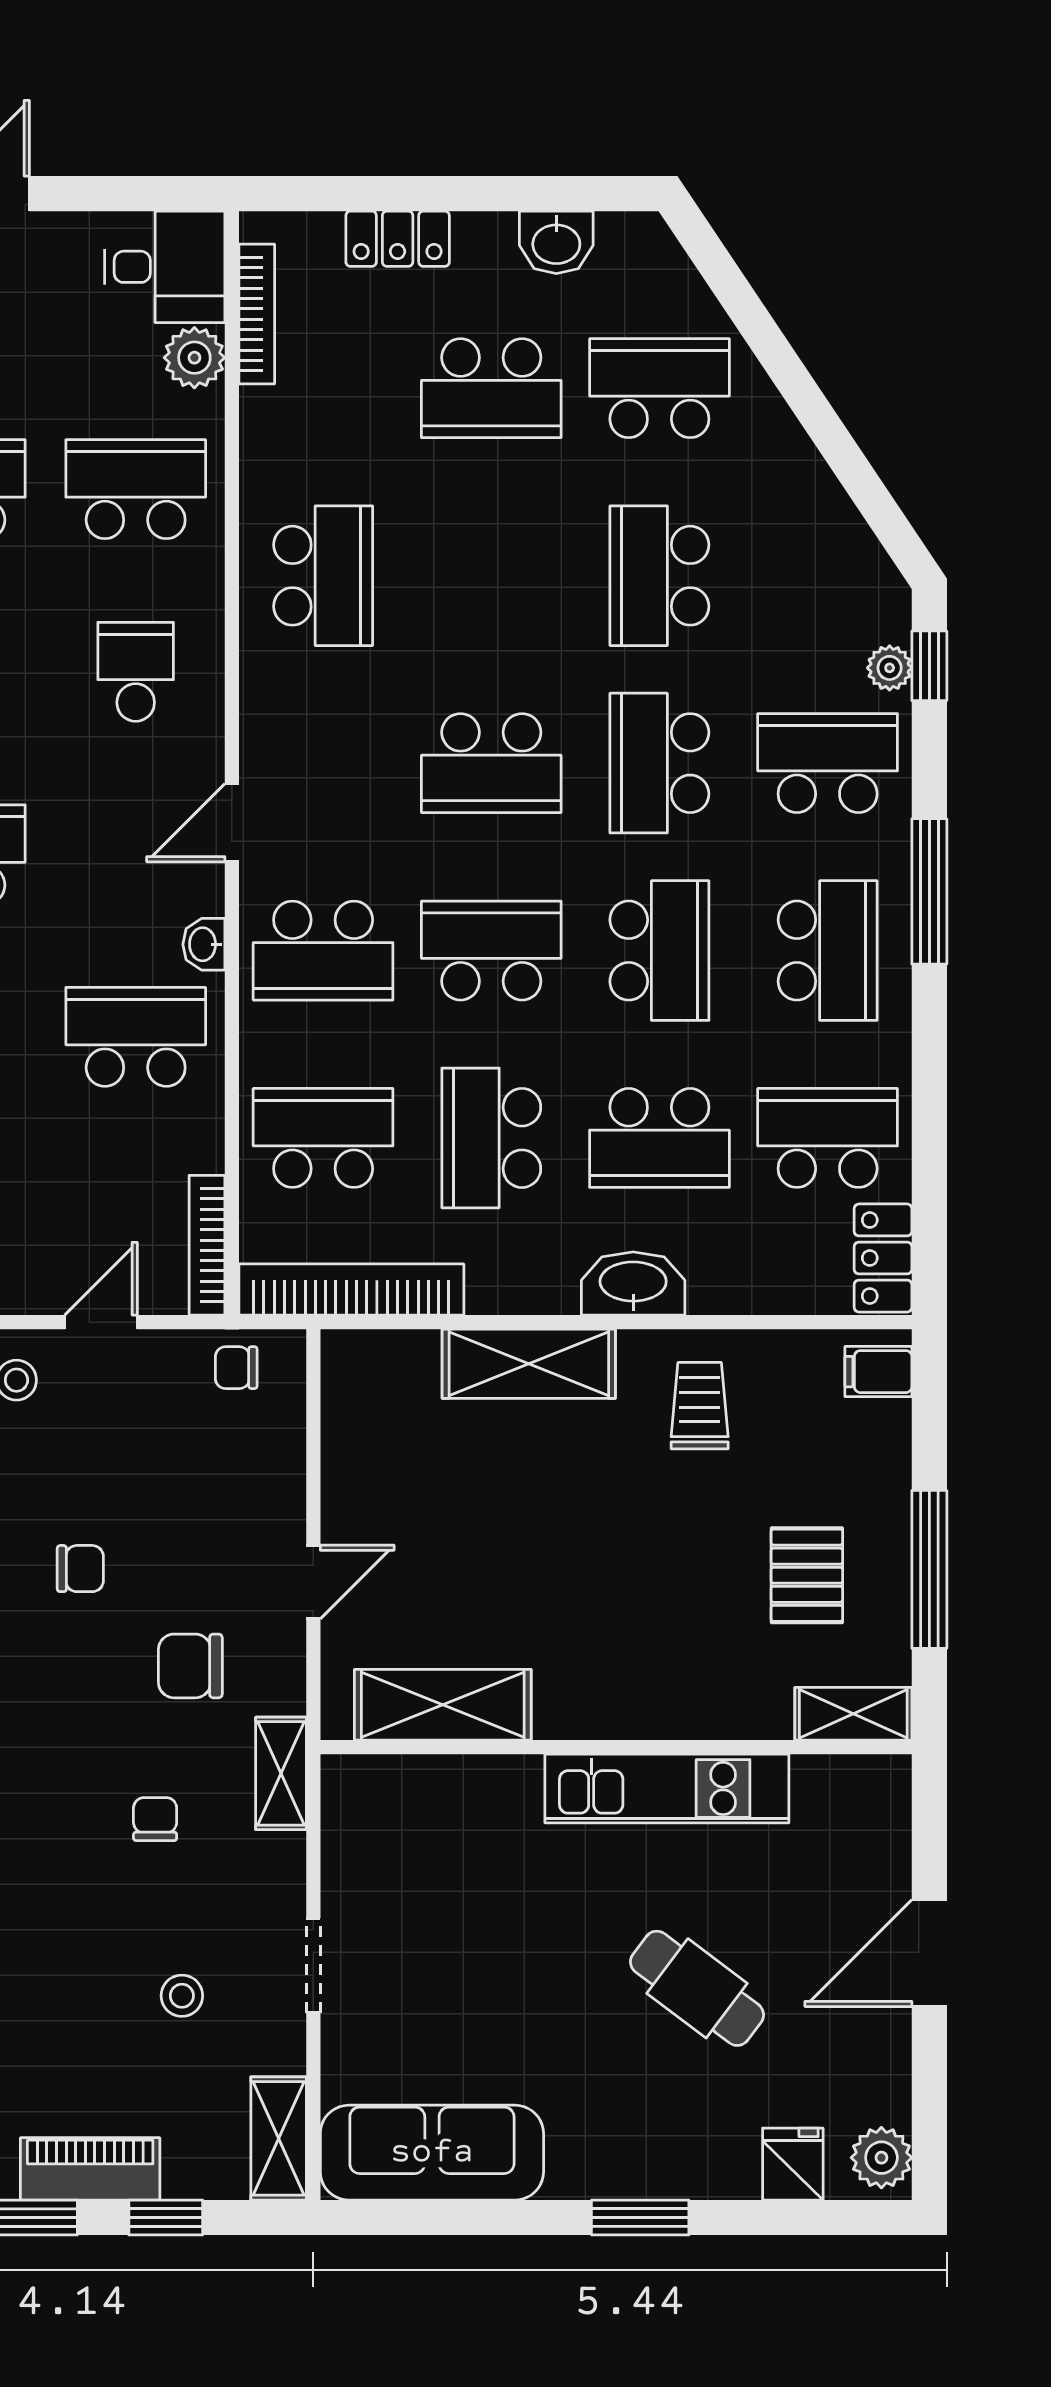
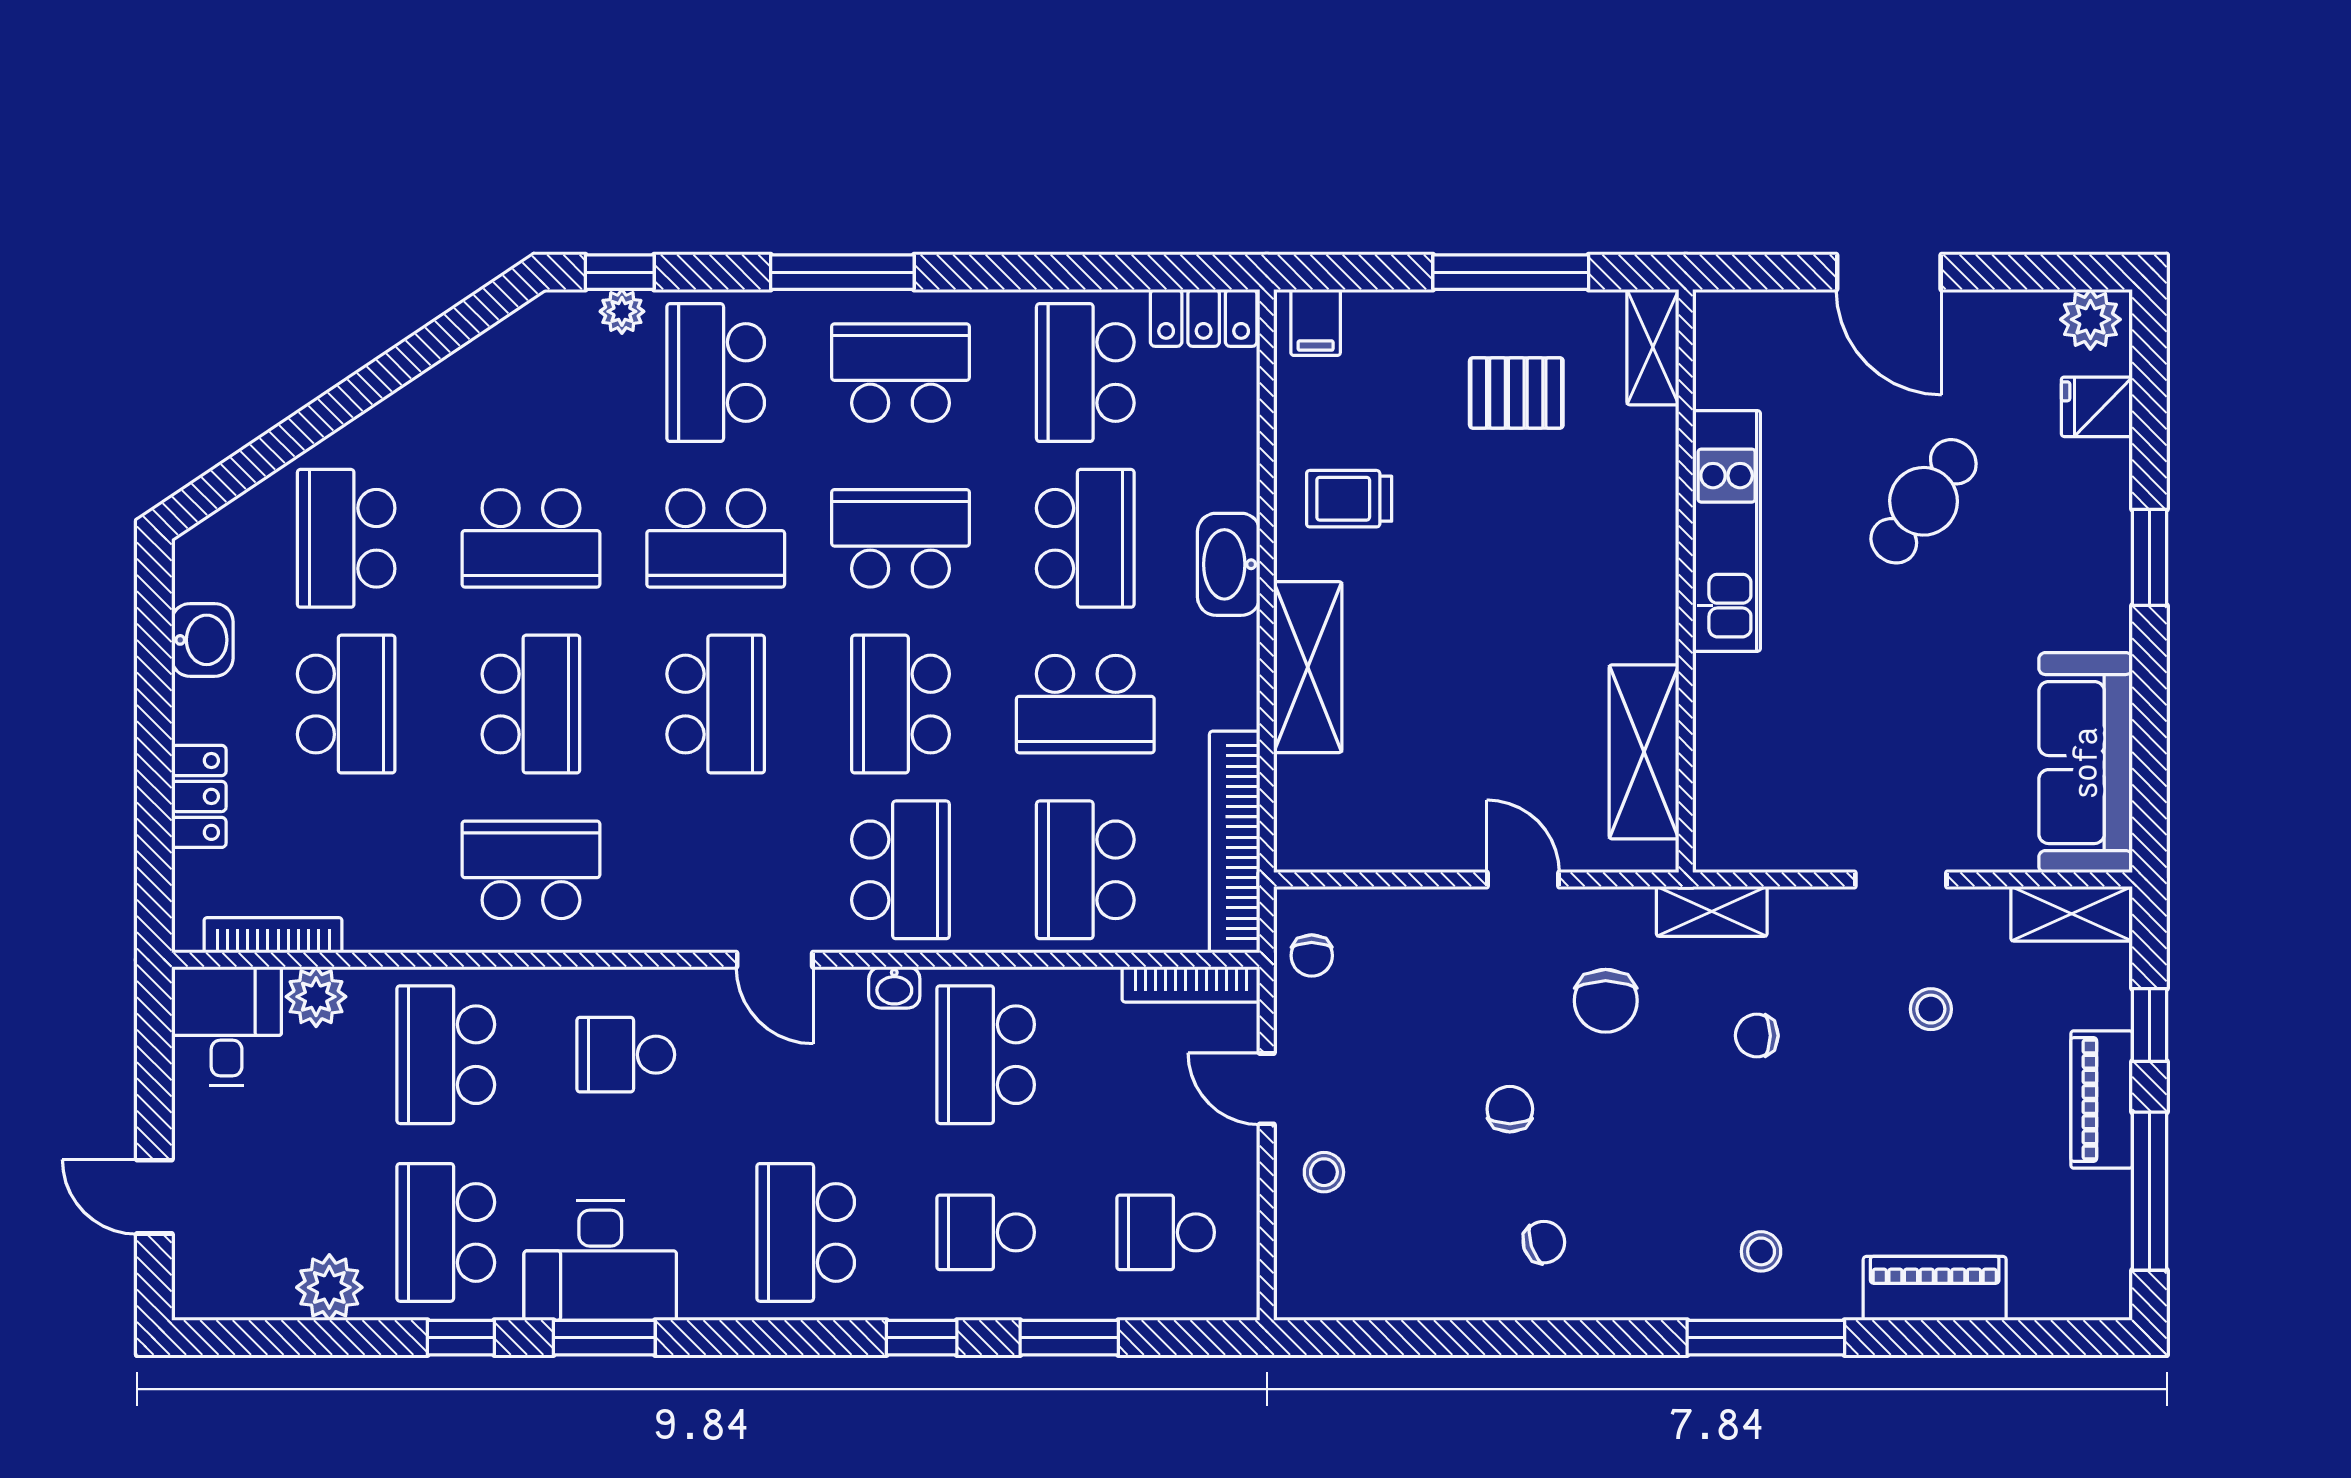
school desk: (491, 576) -> (531, 704), added

